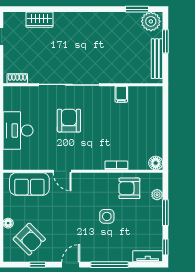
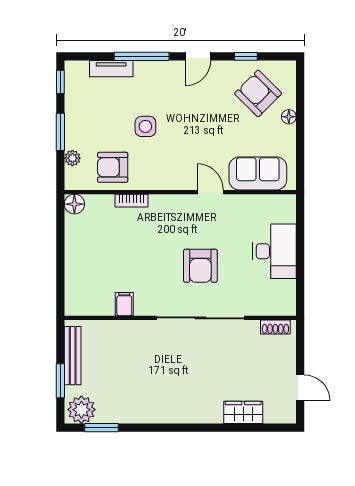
armchair: (129, 188) -> (113, 167), turned 180
tv unit: (148, 256) -> (111, 69), moved

